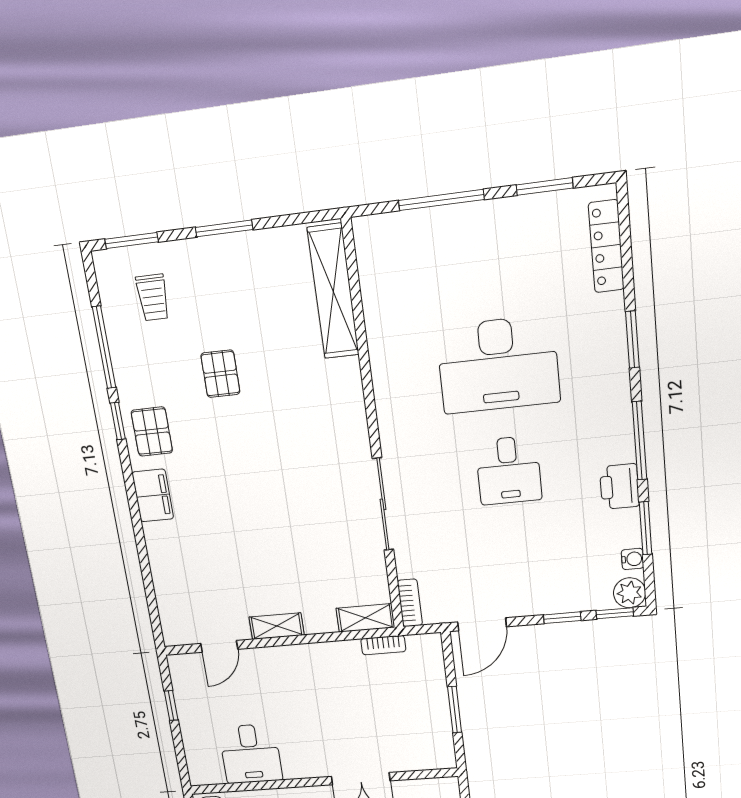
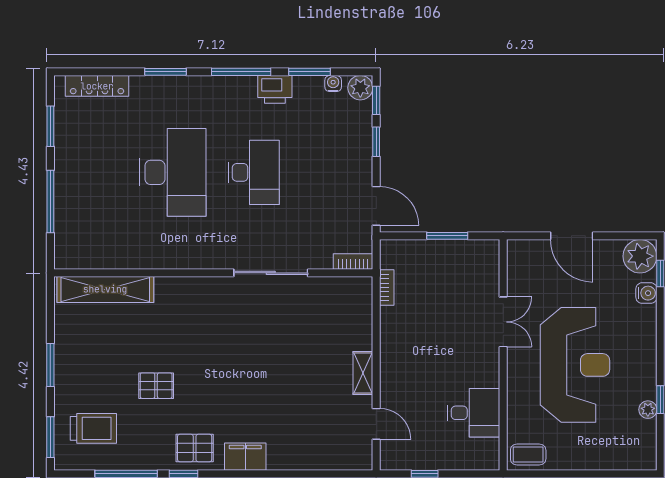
trolley: (153, 297) -> (93, 428), width x1.36, depth x1.39
desk: (509, 470) -> (254, 172), width x1.37
shelving: (365, 618) -> (362, 299), removed

